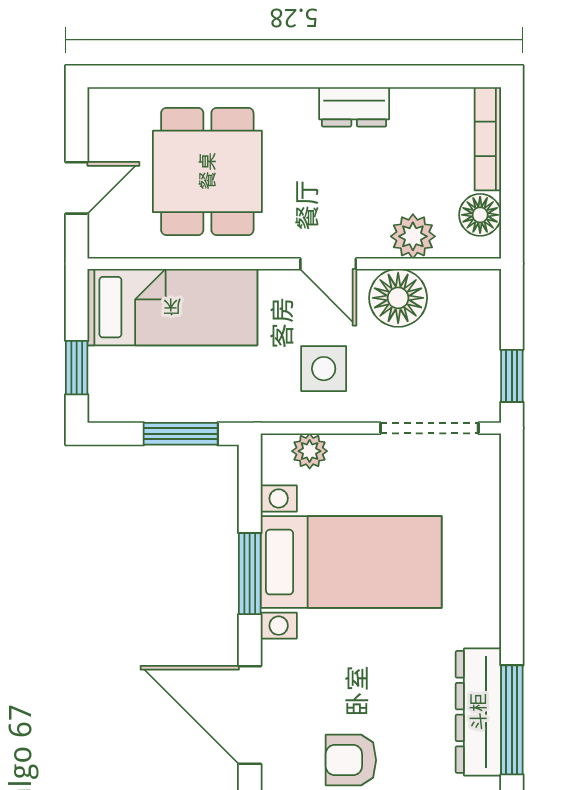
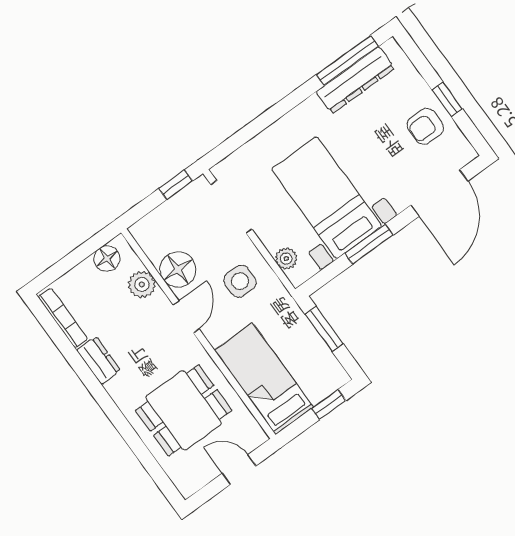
bookcase: (488, 139) -> (63, 318), moved, turned -90
armchair: (351, 760) -> (425, 126), turned 90

